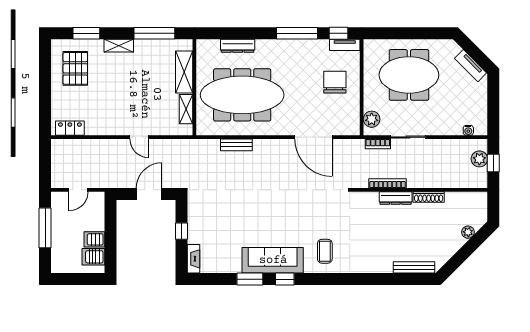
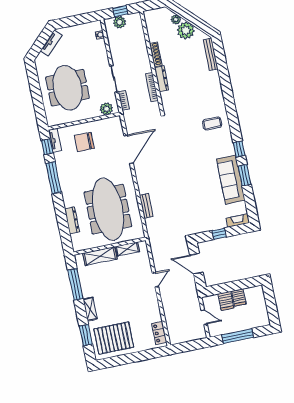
pallet: (75, 68) -> (114, 338), width x1.37, depth x1.41
plant: (451, 242) -> (186, 31), added
server rack: (93, 257) -> (226, 301), moved
sofa: (273, 260) -> (231, 180), moved

